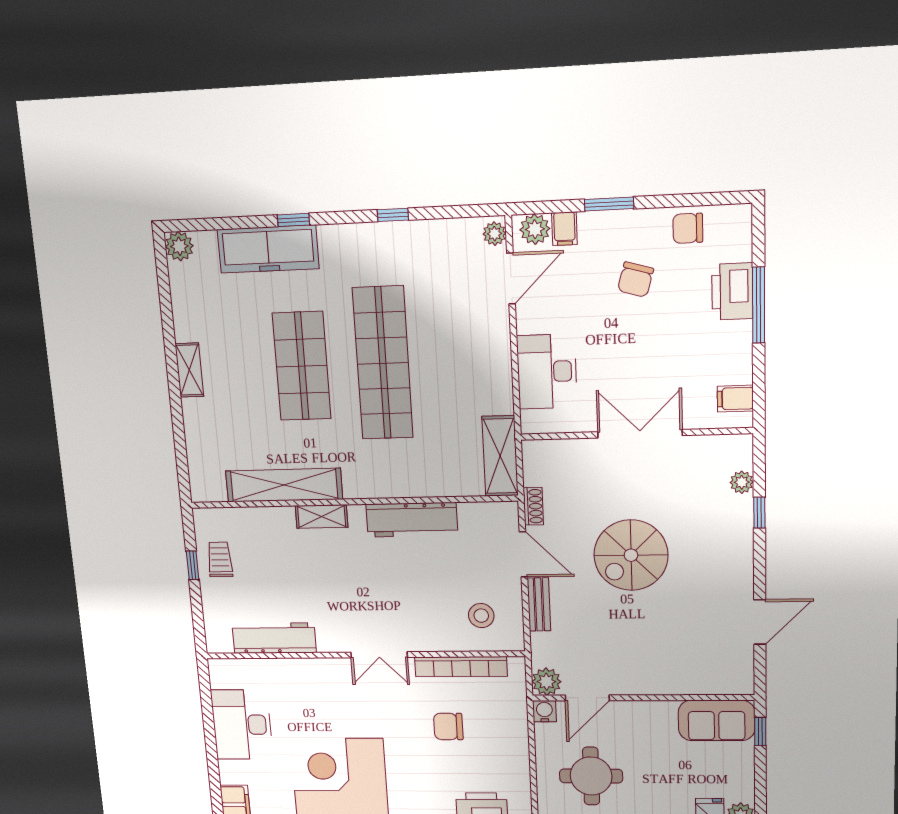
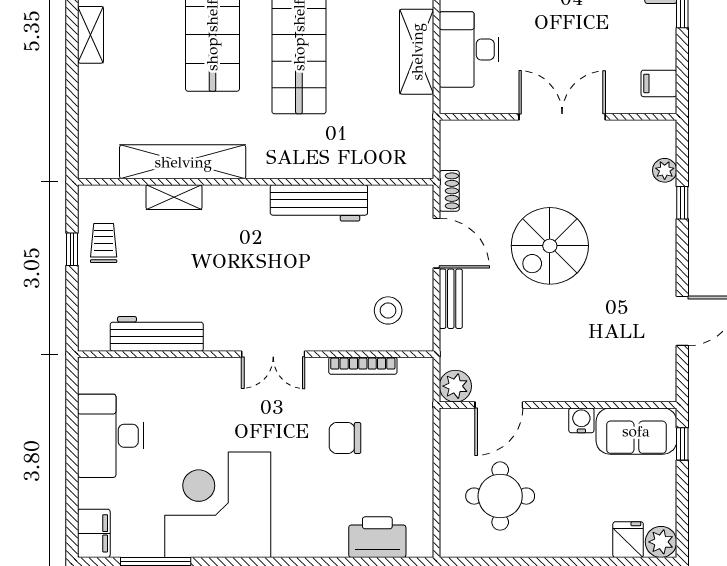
shelving: (500, 456) -> (417, 52), moved
shelving: (322, 516) -> (174, 197), moved
bookcase: (461, 667) -> (363, 366), width x0.68, depth x0.76
water cooler: (544, 711) -> (581, 420), moved

